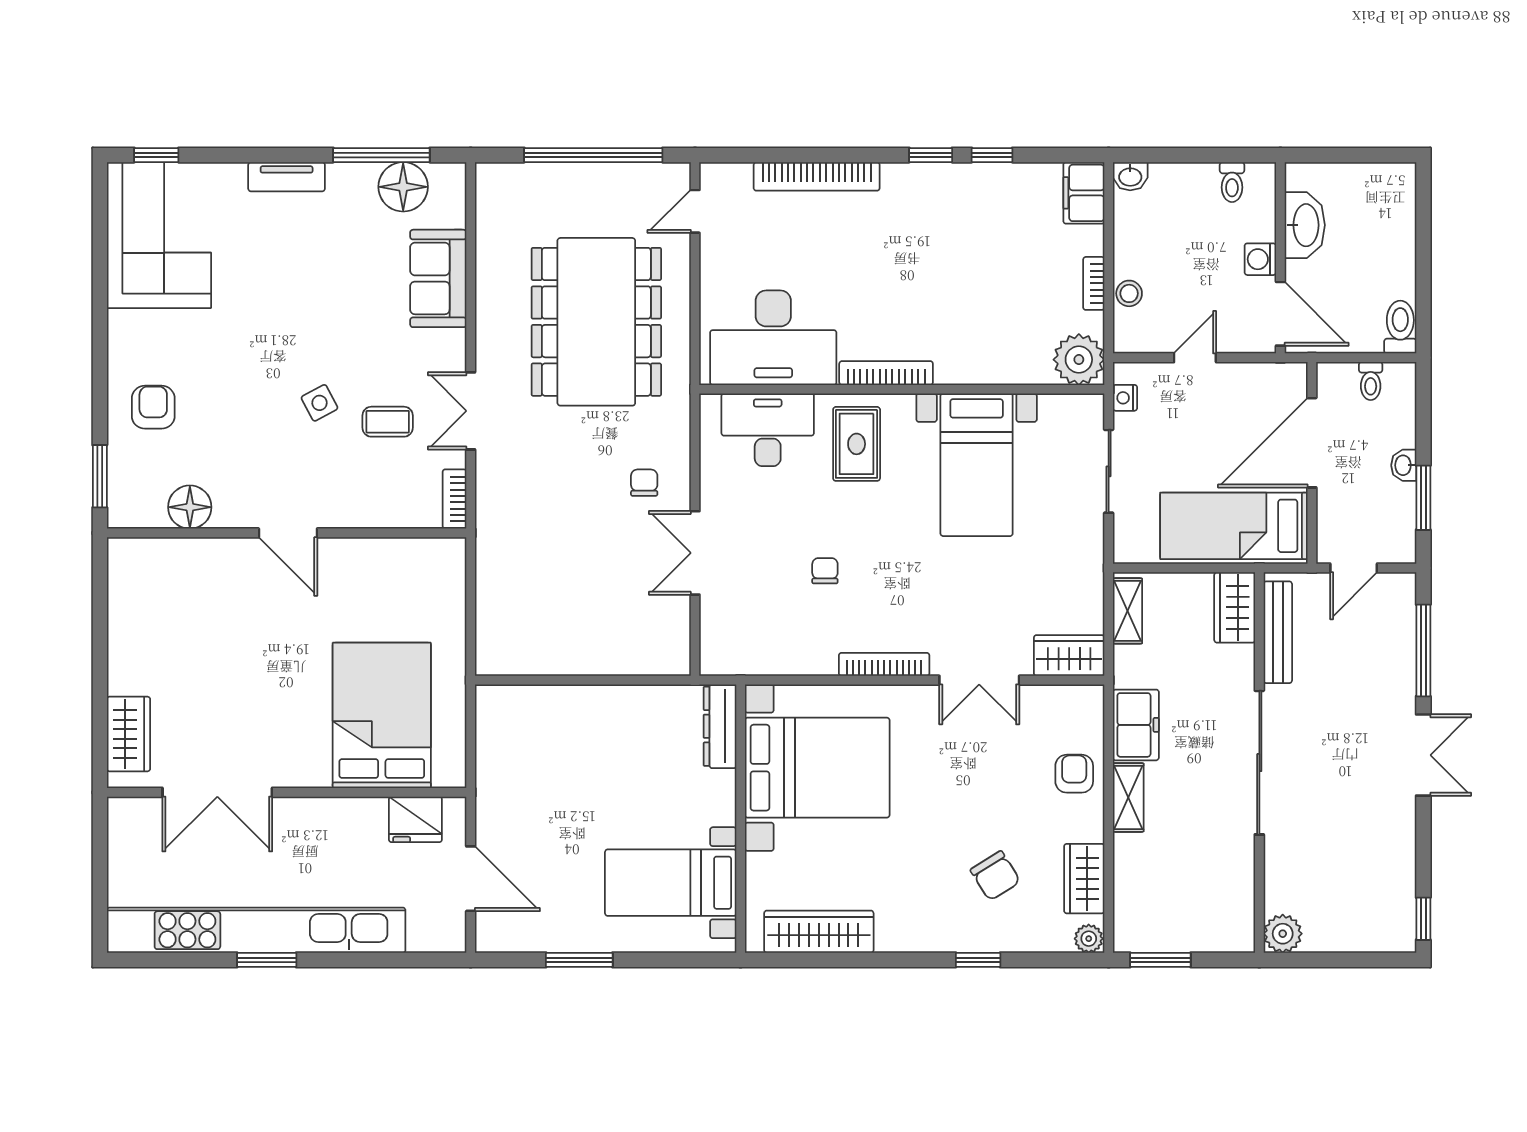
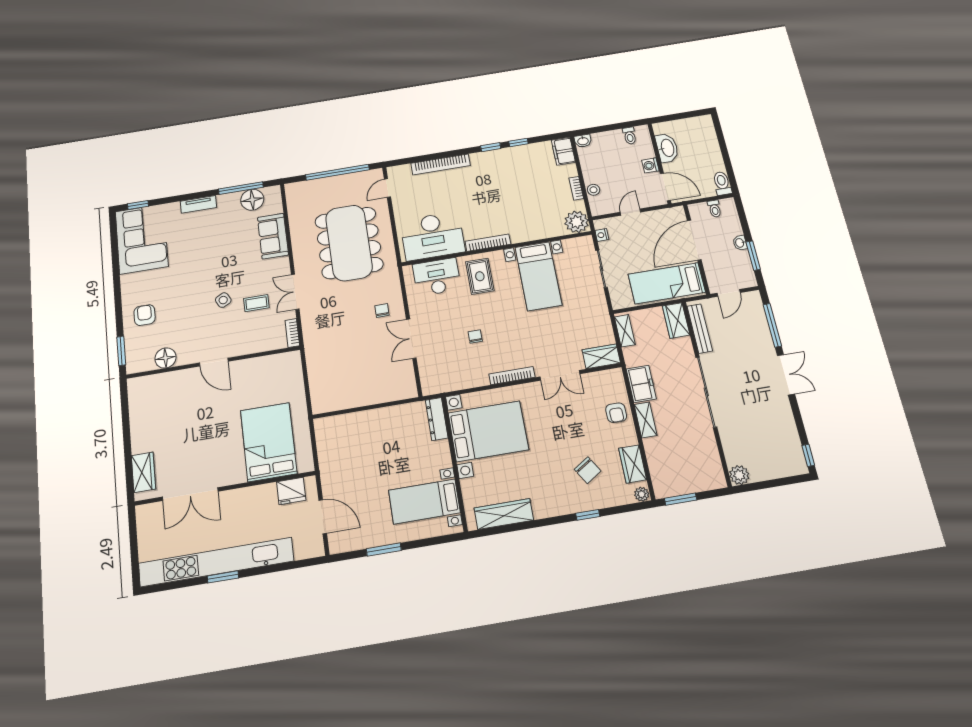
armchair: (1074, 774) -> (616, 413), turned 180

